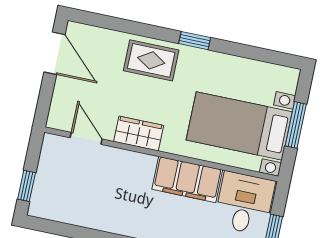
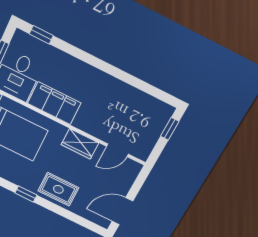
door: (54, 53) -> (122, 211), hinge flipped
door: (86, 138) -> (117, 150), hinge flipped

